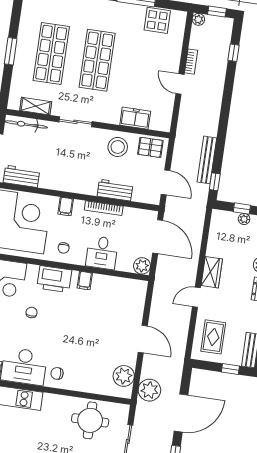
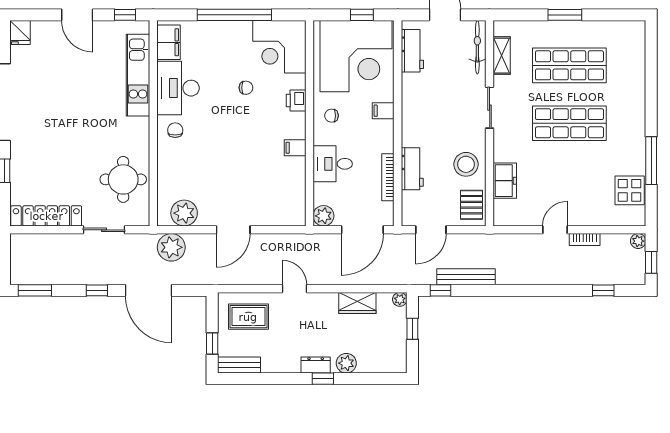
bookcase: (104, 208) -> (388, 177), moved
plant: (244, 219) -> (400, 299), moved
wardrobe: (212, 272) -> (357, 303), moved
printer: (54, 279) -> (296, 100), width x0.53, depth x0.68

